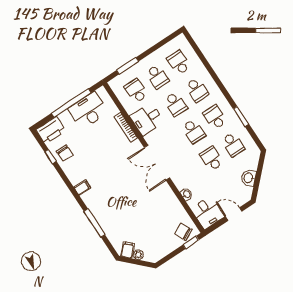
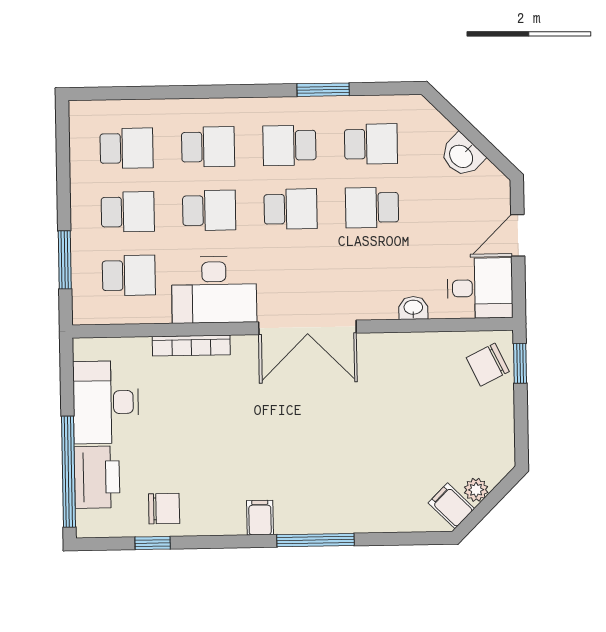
school desk: (179, 63) -> (127, 148), turned 180
school desk: (136, 91) -> (129, 275), turned 180
window: (71, 103) -> (68, 472), moved
desk: (147, 119) -> (214, 290), width x1.37
printer: (51, 130) -> (97, 477), moved
window: (94, 223) -> (315, 540), moved

